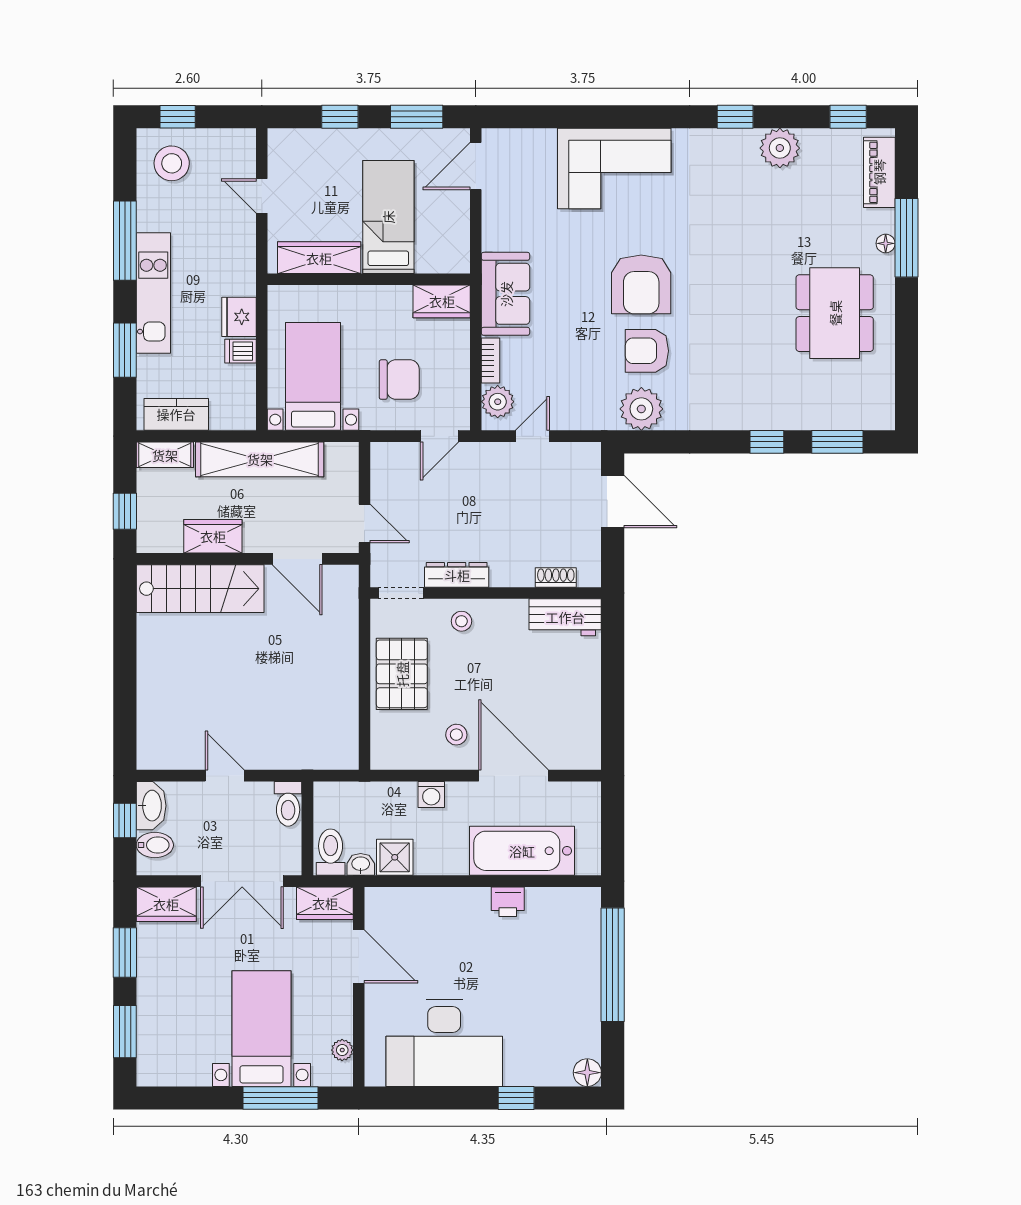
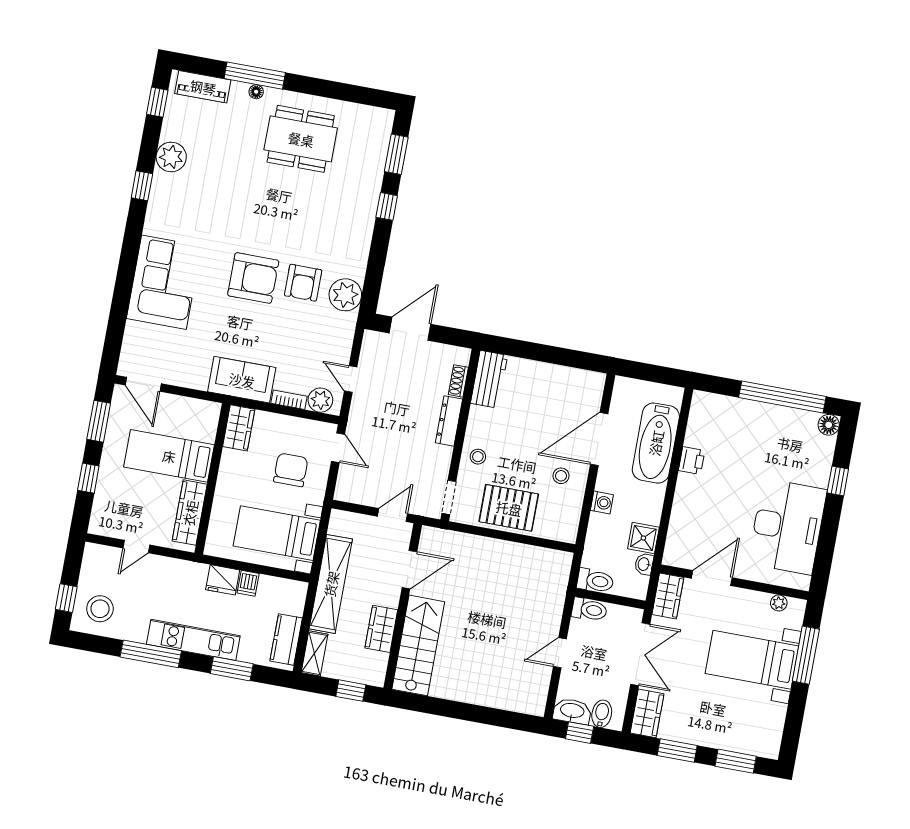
dresser: (457, 575) -> (449, 421), moved
toilet: (331, 852) -> (595, 581), moved, turned 180
window: (613, 965) -> (782, 397), moved

